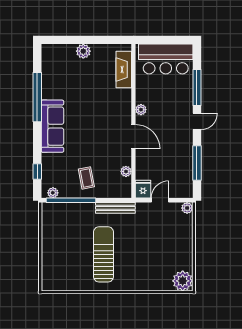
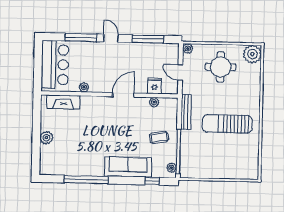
plant: (141, 110) -> (84, 87), moved
sofa: (52, 126) -> (128, 167), moved
fridge: (143, 189) -> (155, 86), moved, turned 90
round table: (167, 245) -> (221, 67), added

